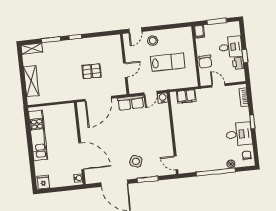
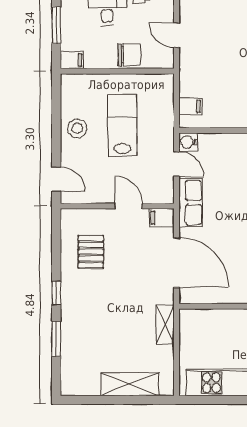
stool: (153, 41) -> (77, 128), moved
shelving: (32, 49) -> (165, 324), moved
pallet: (92, 71) -> (91, 252), moved
door: (218, 85) -> (176, 35), hinge flipped
filing cabinet: (121, 88) -> (162, 218), added
filing cabinet: (186, 96) -> (190, 106), width x0.50

